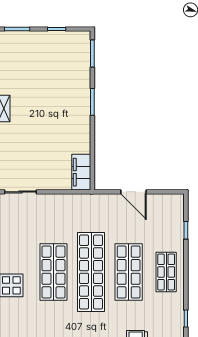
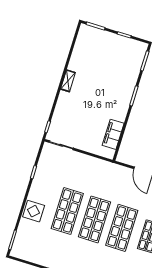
filing cabinet: (81, 172) -> (113, 134), moved
shop shelf: (91, 272) -> (95, 219), width x0.71

